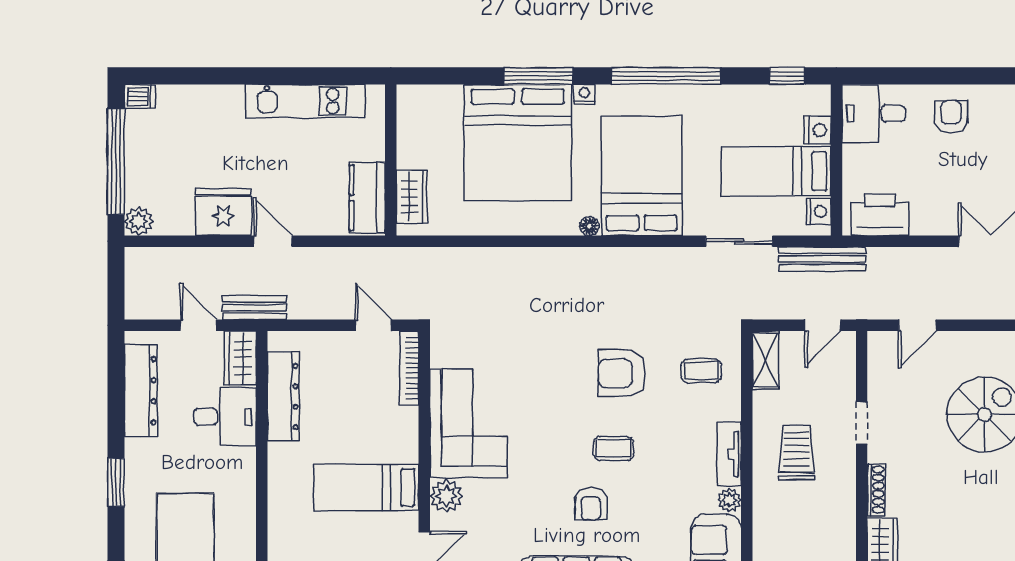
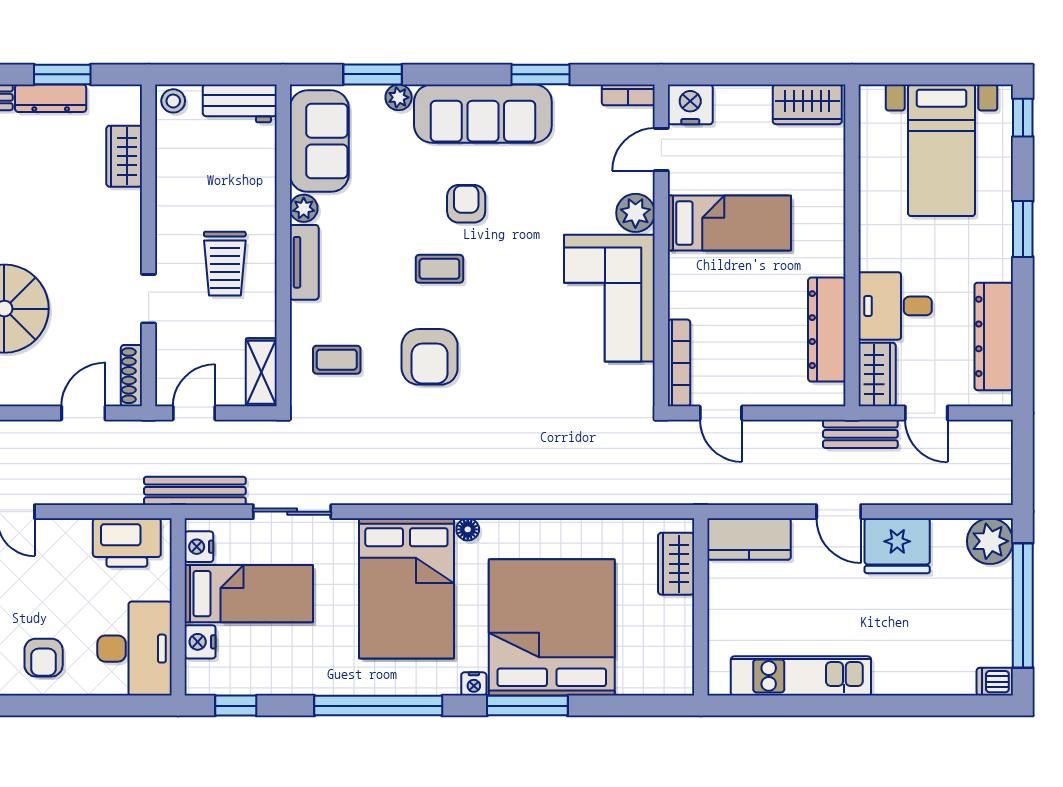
desk: (874, 114) -> (135, 649), width x1.37
kitchen counter: (367, 198) -> (749, 539), moved, turned 90
plant: (139, 221) -> (990, 541), width x1.36, depth x1.36
armchair: (622, 373) -> (430, 357), turned 90
shoe rack: (876, 490) -> (131, 376), moved

